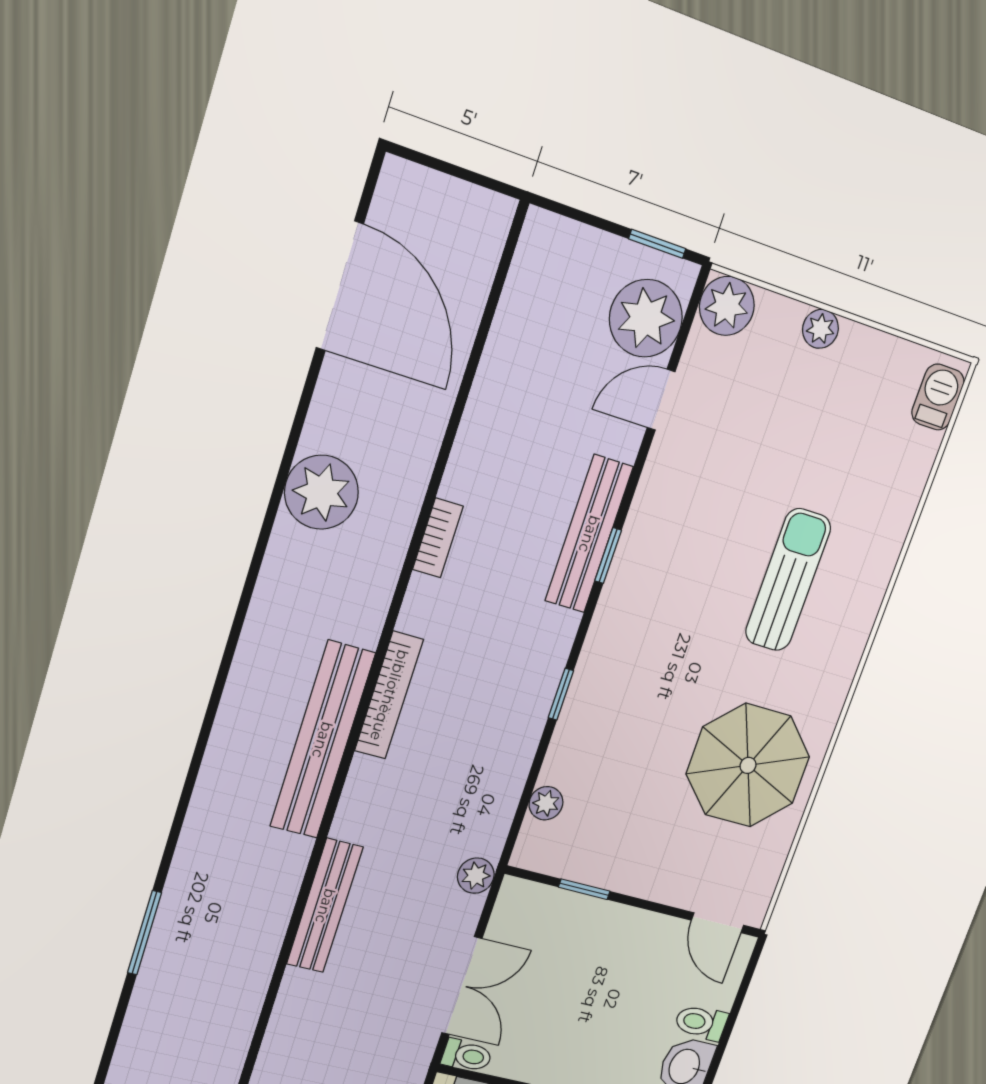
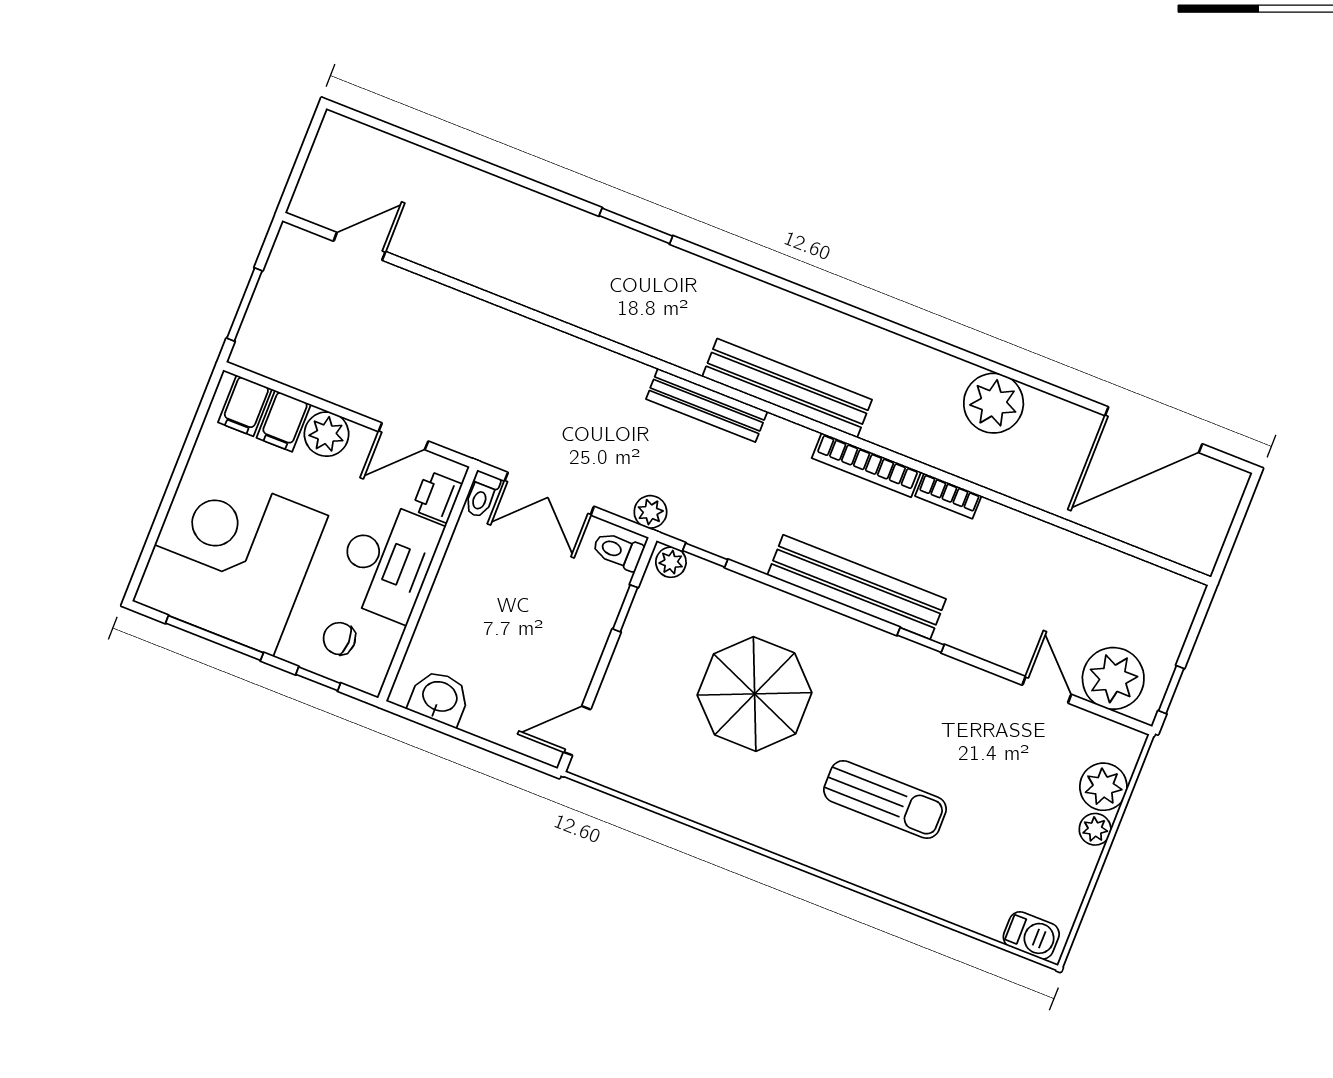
plant: (727, 306) -> (1103, 787), moved
bench: (589, 534) -> (857, 587), moved, width x1.37, depth x1.21
window: (561, 694) -> (705, 555), moved
bookcase: (389, 695) -> (866, 465), moved
parasol: (748, 765) -> (755, 694), moved
plant: (546, 803) -> (671, 562), moved
bench: (325, 906) -> (707, 405), moved
toilet: (701, 1023) -> (618, 551), moved, turned -90

